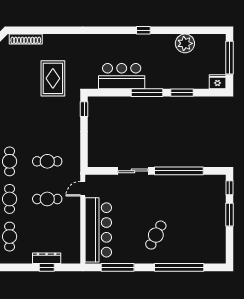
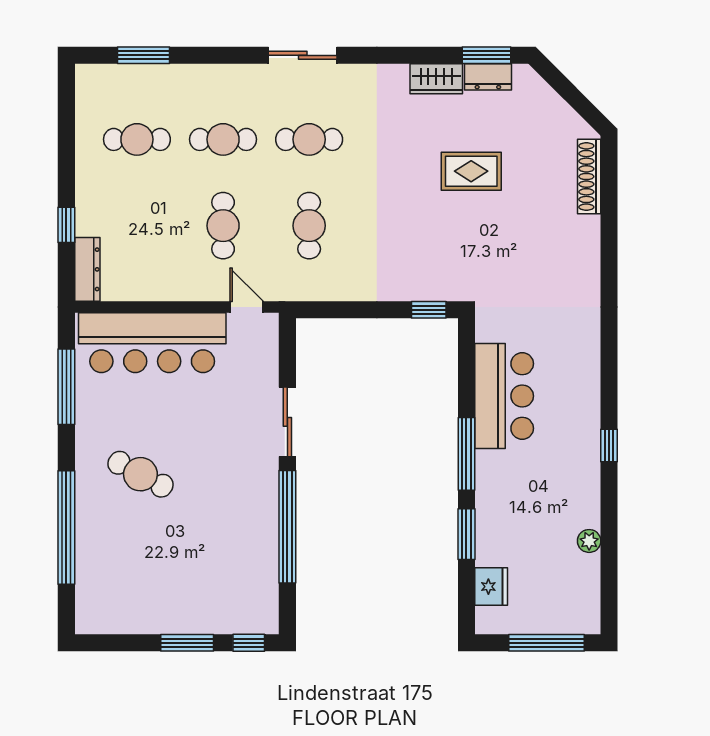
plant: (185, 43) -> (589, 541), width x0.53, depth x0.53
rug: (53, 78) -> (471, 171), moved, width x0.73, depth x0.70
fridge: (218, 82) -> (491, 587), moved
dresser: (47, 258) -> (87, 269), moved

